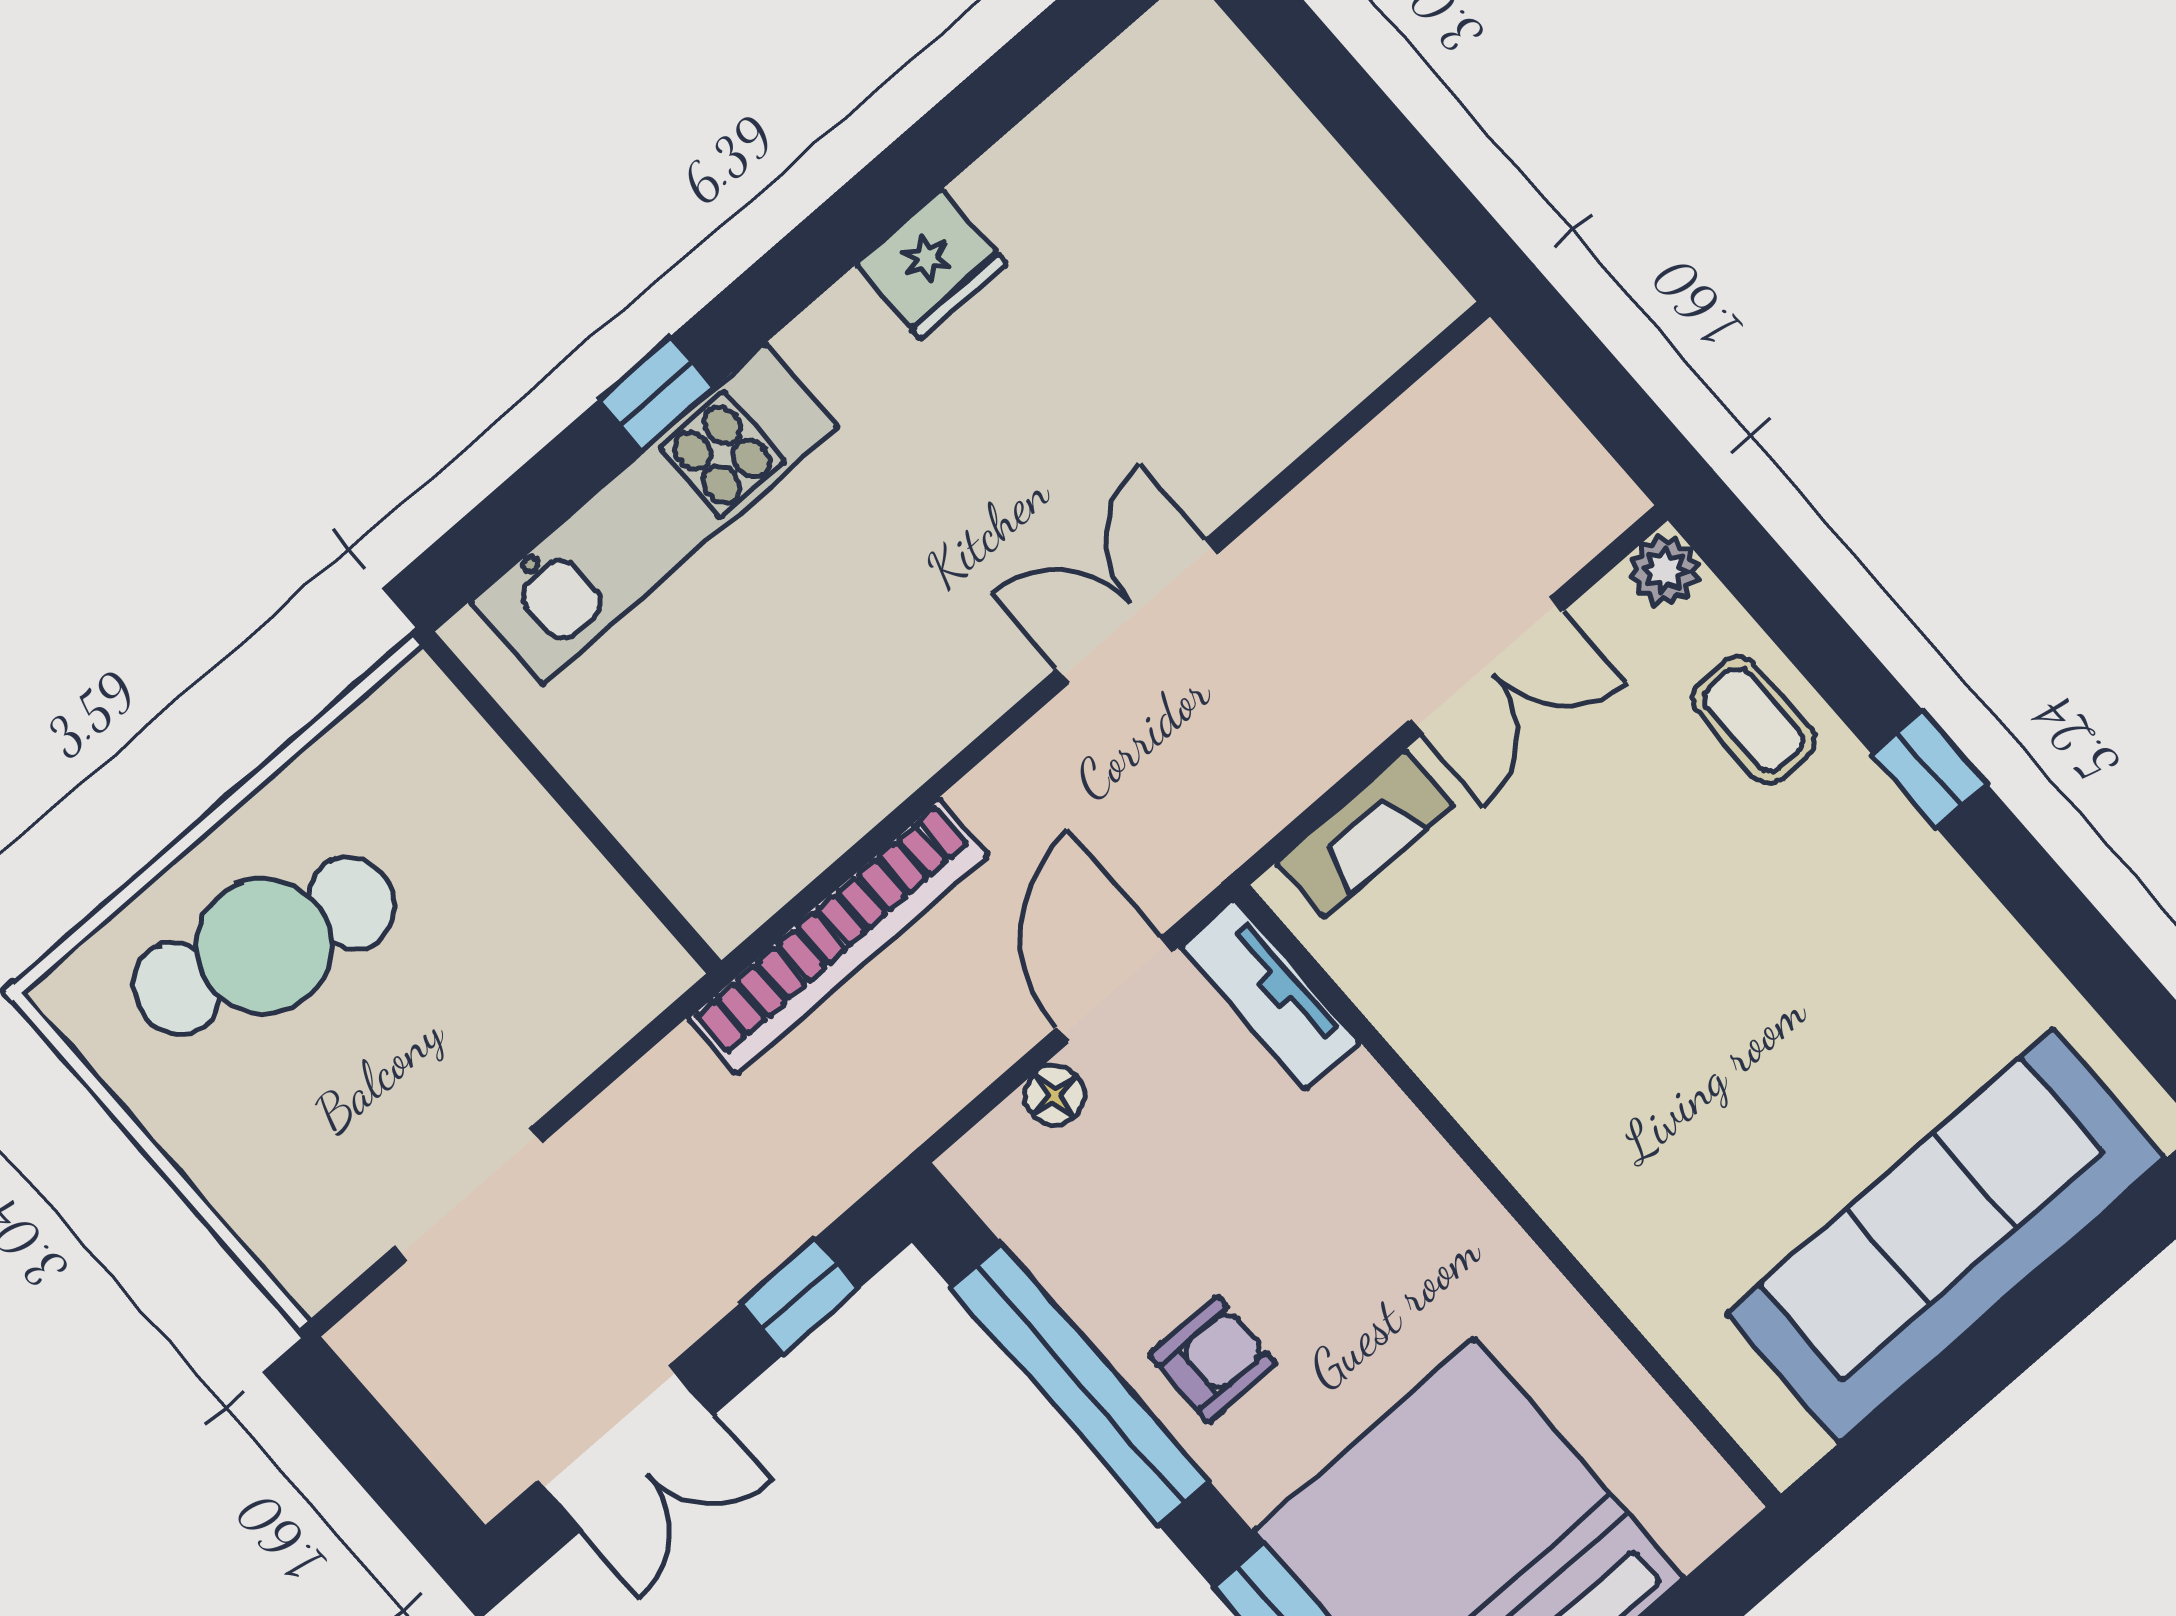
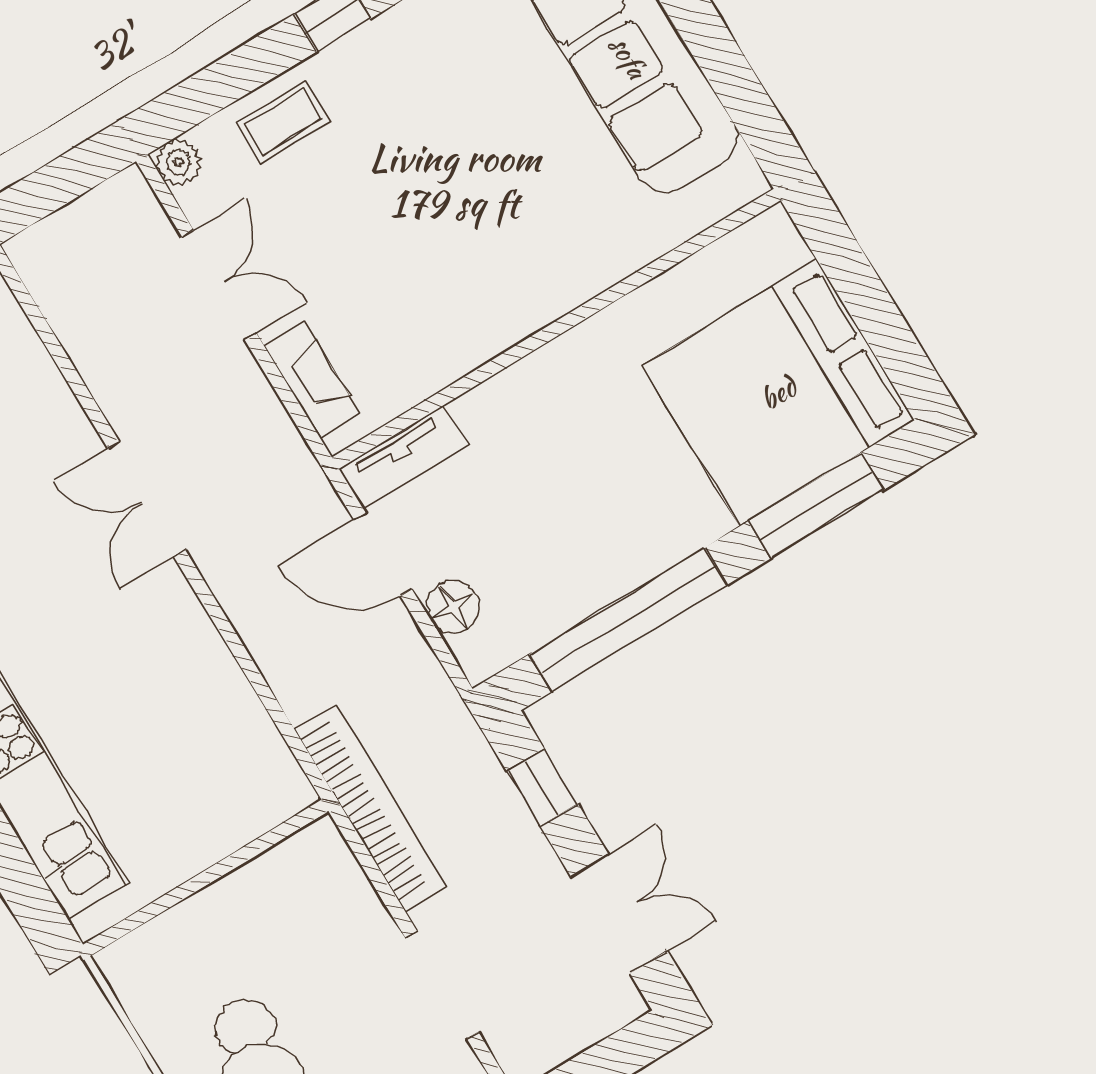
bookcase: (838, 936) -> (370, 808), moved
floor lamp: (1054, 1095) -> (453, 607), width x1.37, depth x1.37
armchair: (1213, 1359) -> (627, 533), removed

